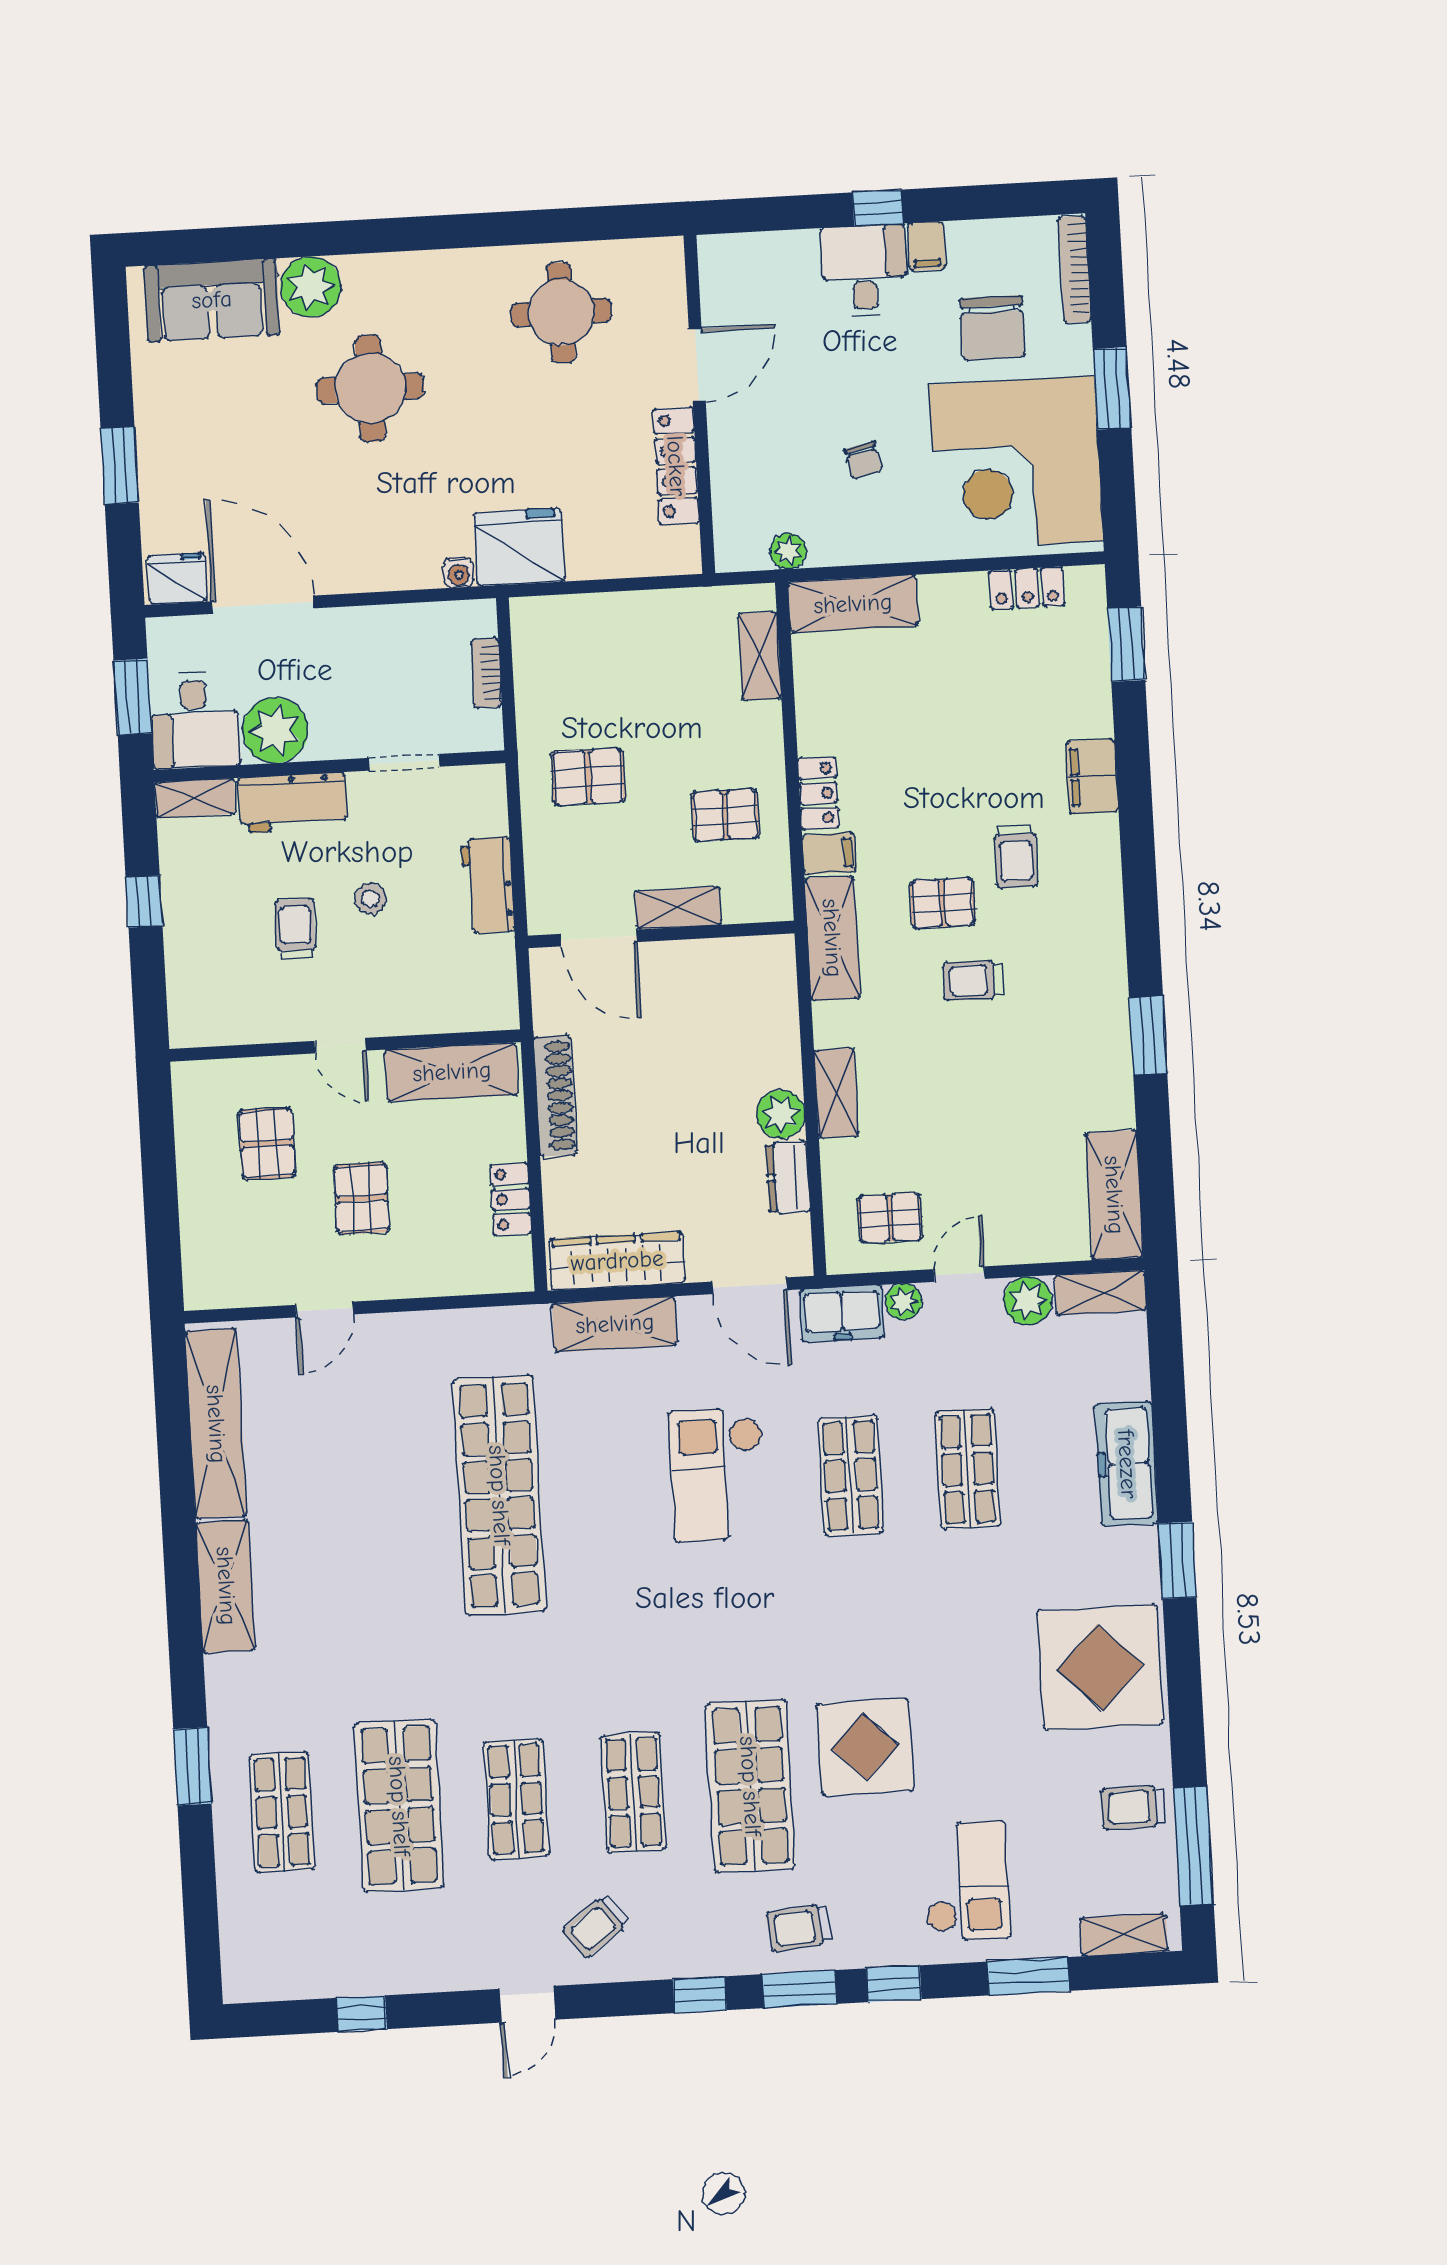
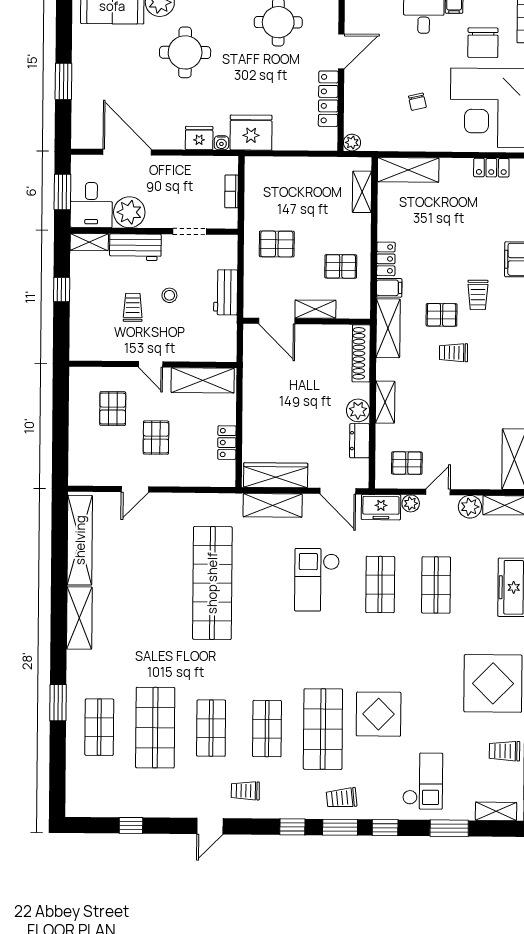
plant: (788, 551) -> (352, 143), moved
fridge: (177, 579) -> (199, 138), moved
shoe rack: (555, 1096) -> (361, 353), moved, turned 180
trolley: (596, 1926) -> (245, 791), turned 37

